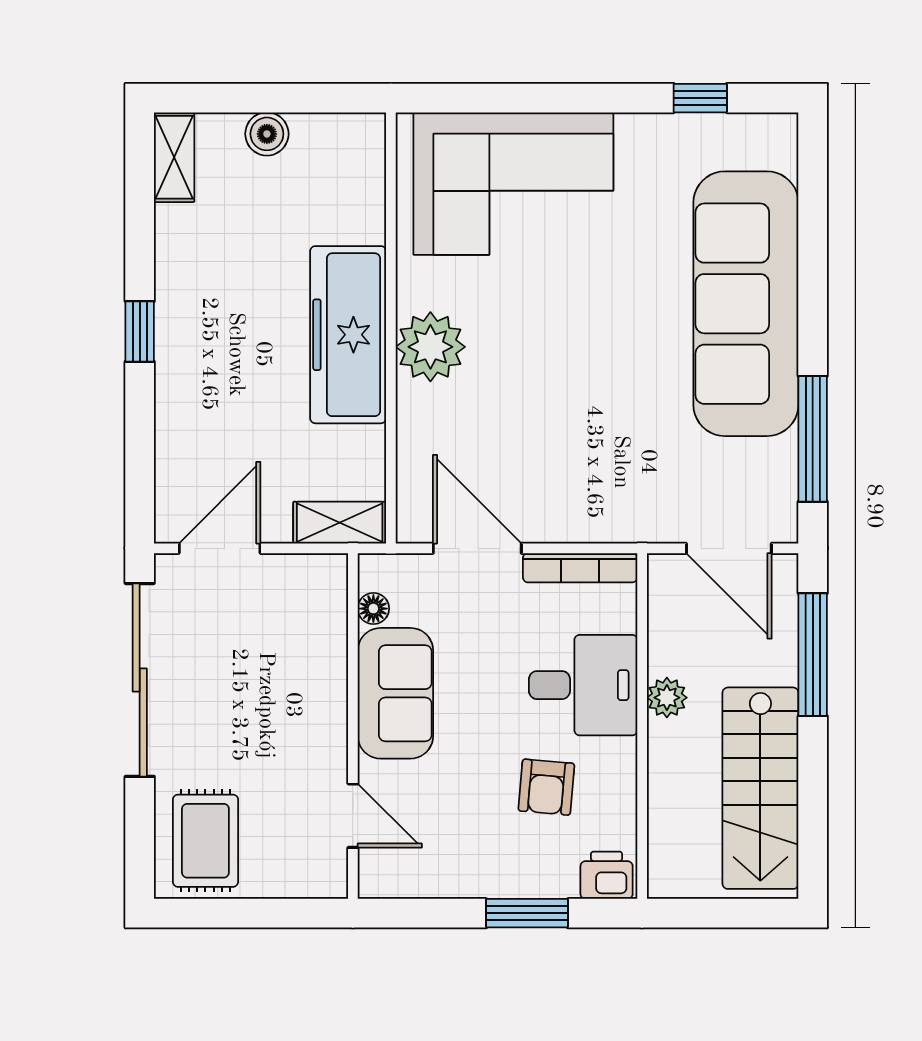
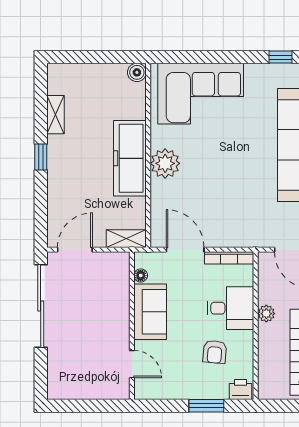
boiler: (267, 134) -> (137, 72), moved
shelving: (174, 157) -> (55, 115), moved
rug: (205, 841) -> (69, 375), removed

